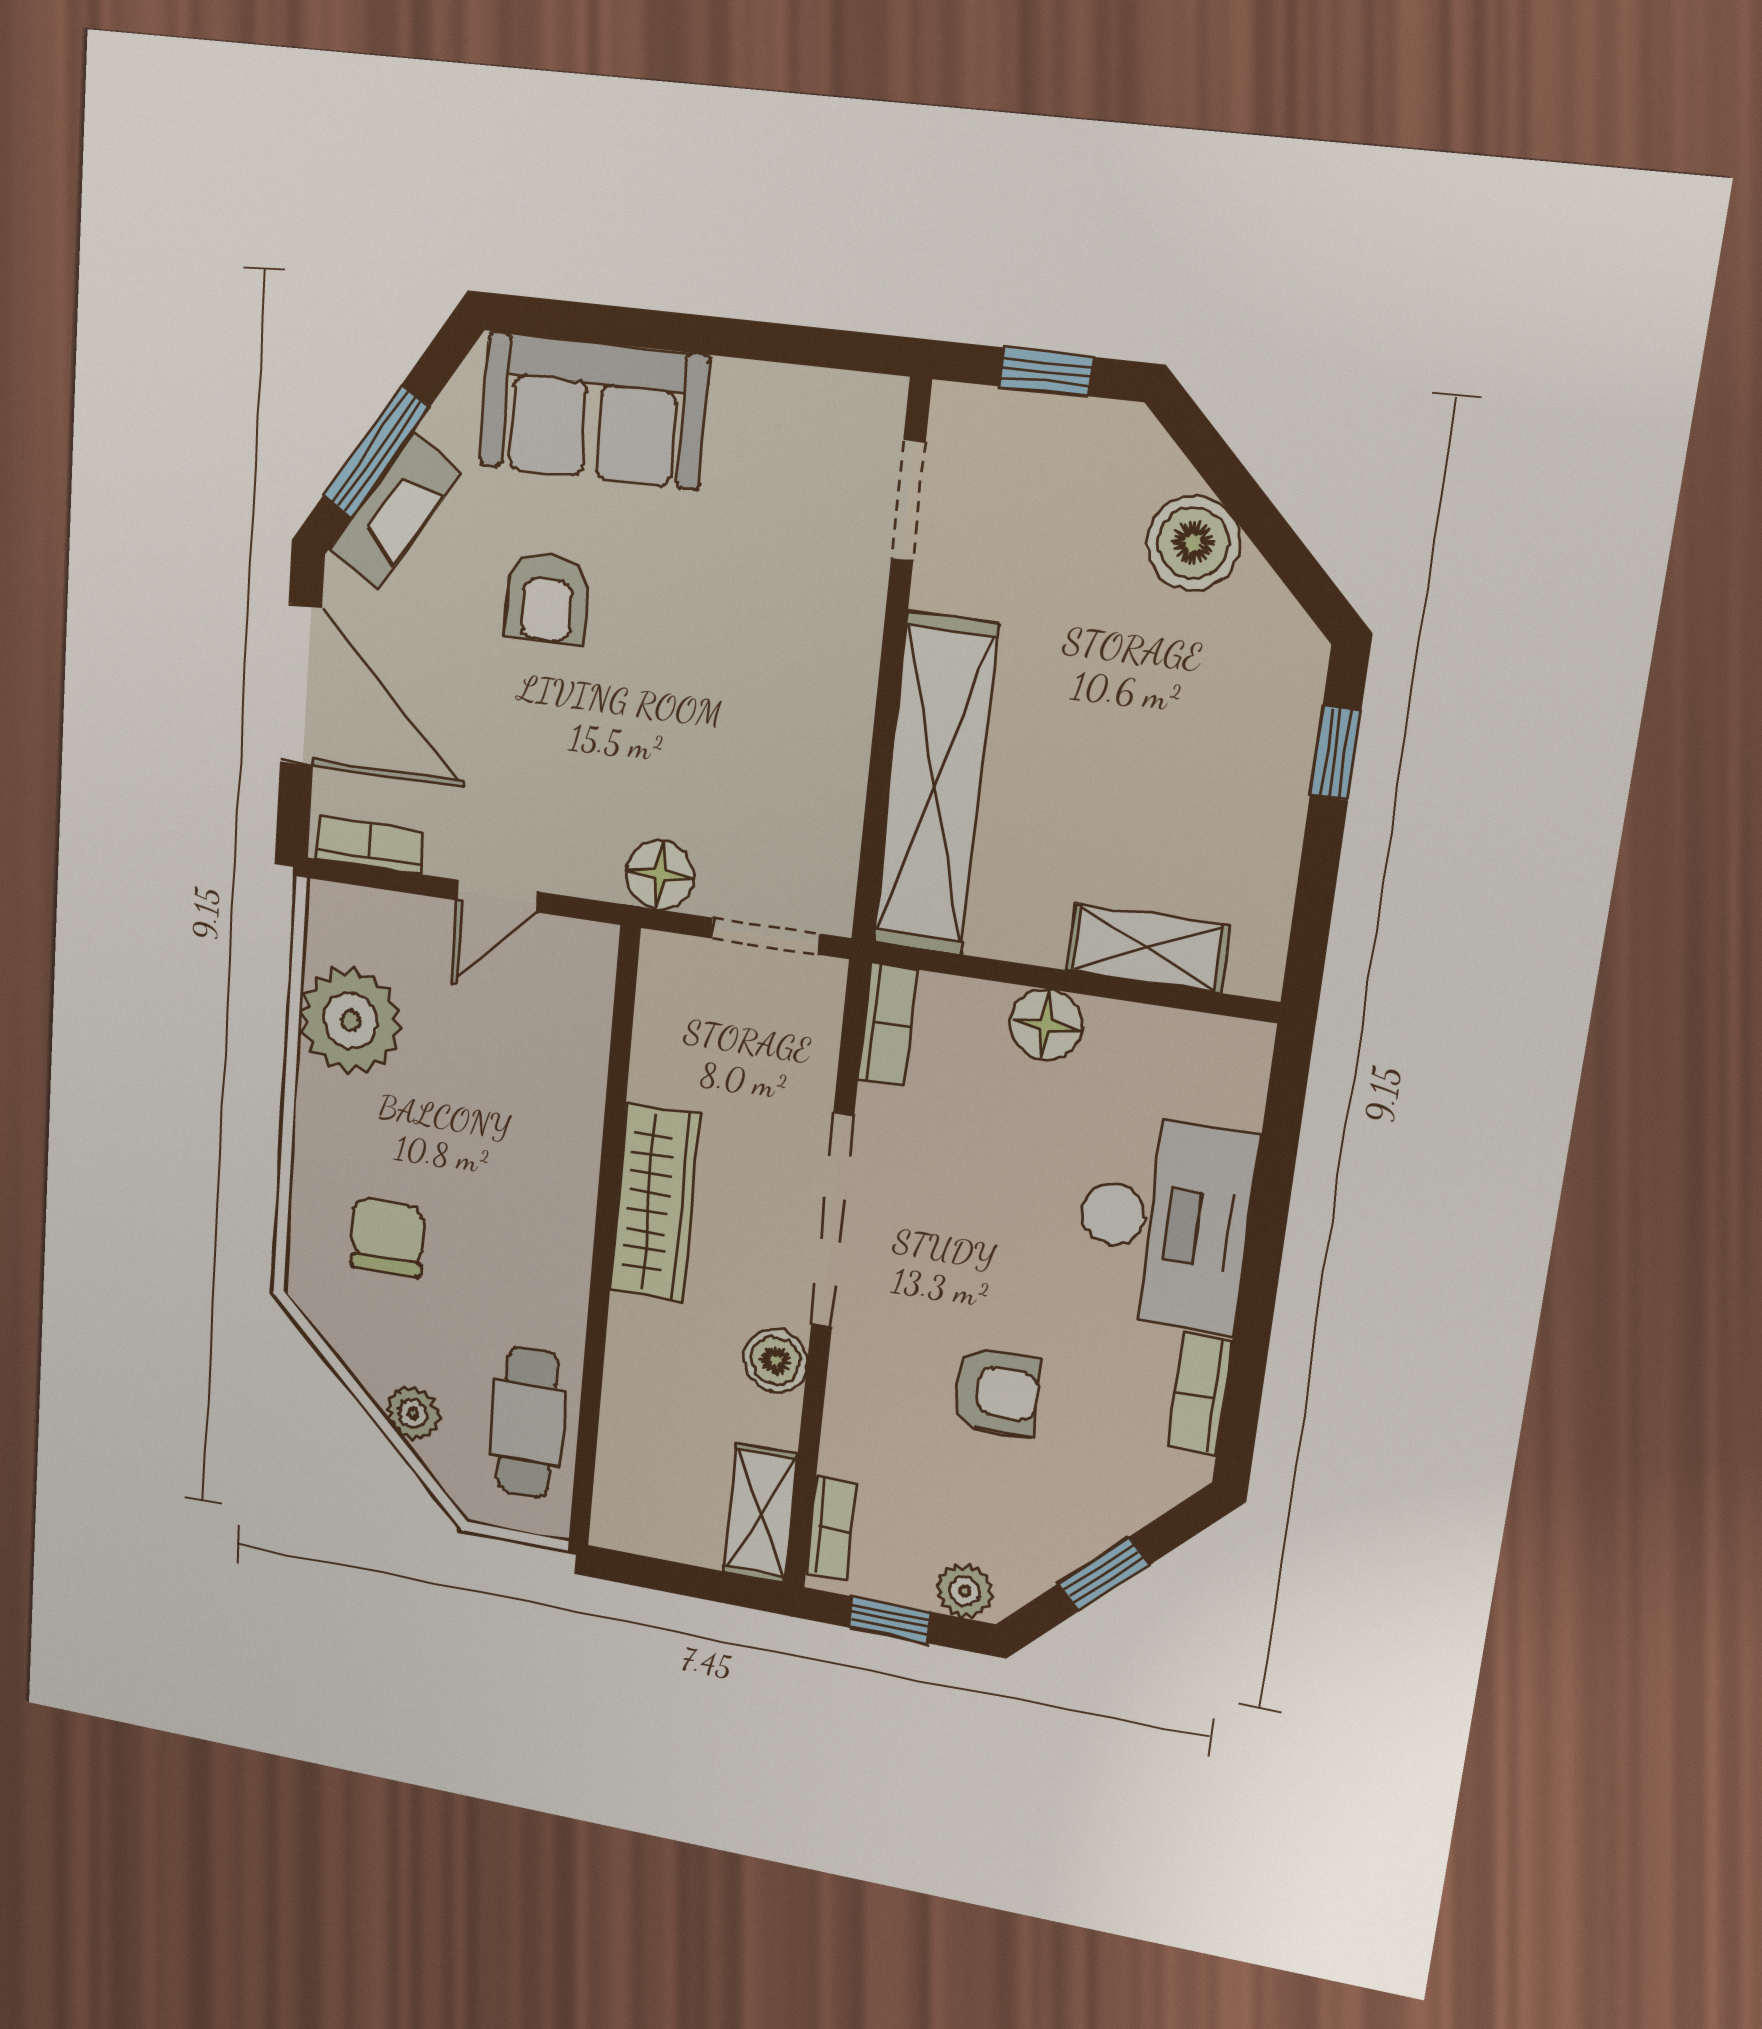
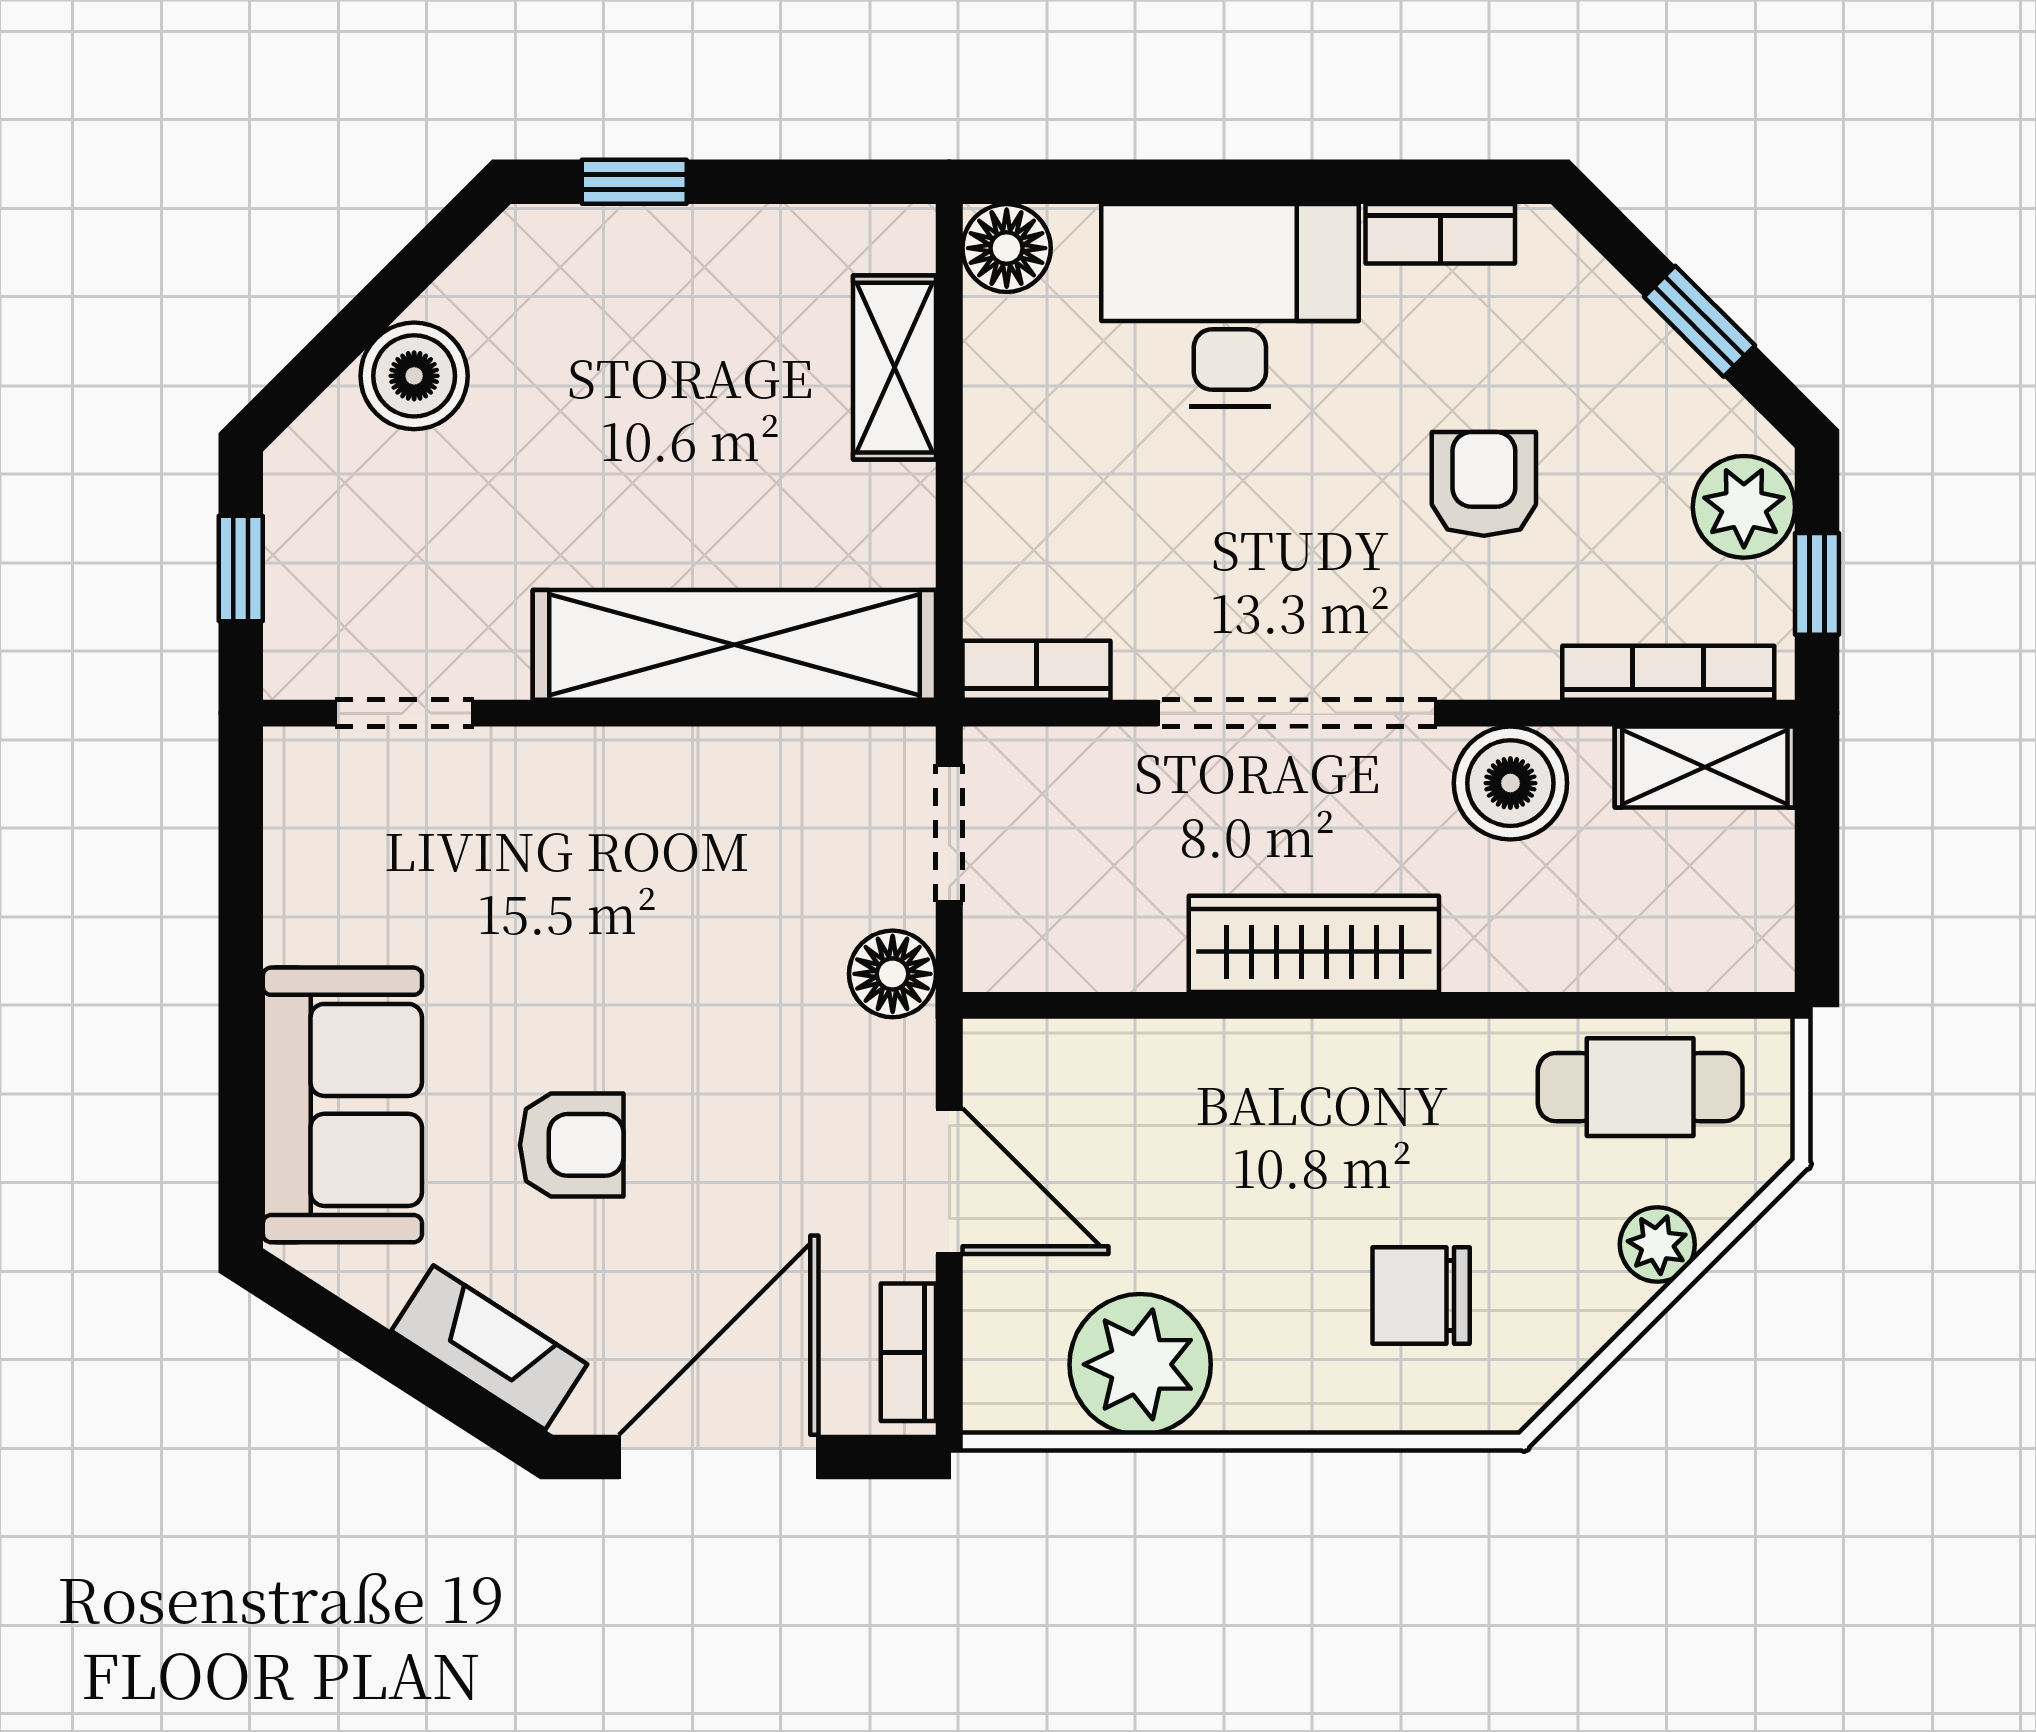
window: (376, 451) -> (420, 1376), removed
door: (497, 896) -> (949, 1181), width x1.37
floor lamp: (1046, 1025) -> (1007, 248), moved
boiler: (775, 1361) -> (1510, 783), width x1.36, depth x1.36
bookcase: (831, 1528) -> (1668, 673), width x1.56
plant: (965, 1591) -> (1744, 507), width x1.38, depth x1.38

